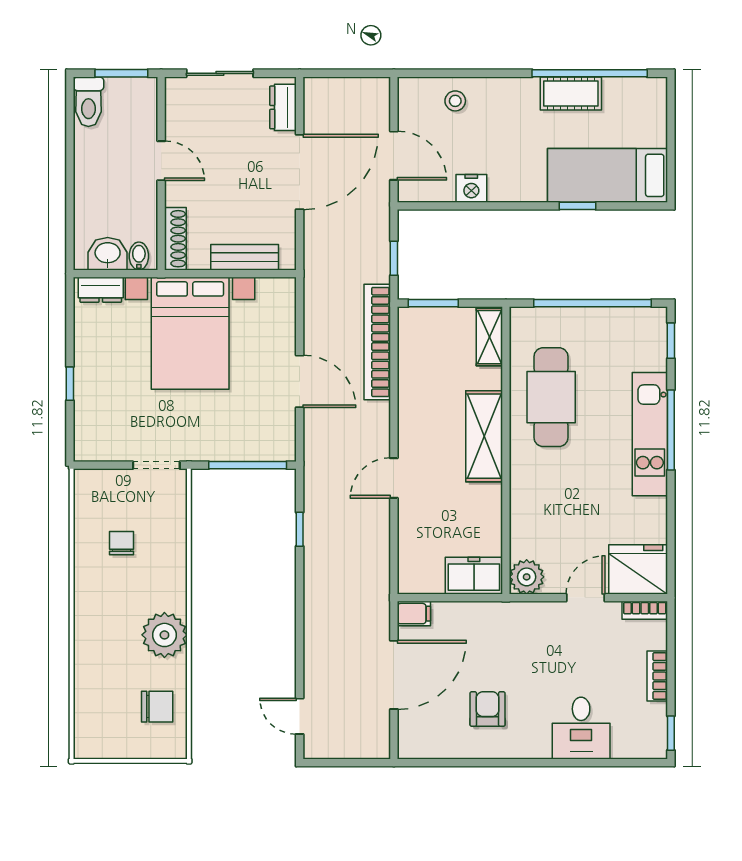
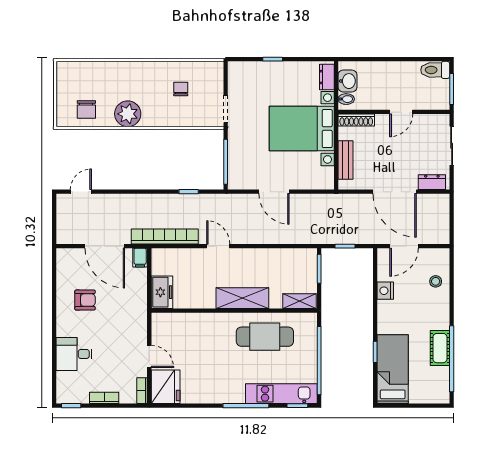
bookcase: (377, 342) -> (165, 236), moved
door: (300, 381) -> (274, 192), hinge flipped
kitchen unit: (650, 434) -> (281, 394), moved
chair: (122, 543) -> (181, 89), turned -90
plant: (527, 577) -> (161, 323), removed

